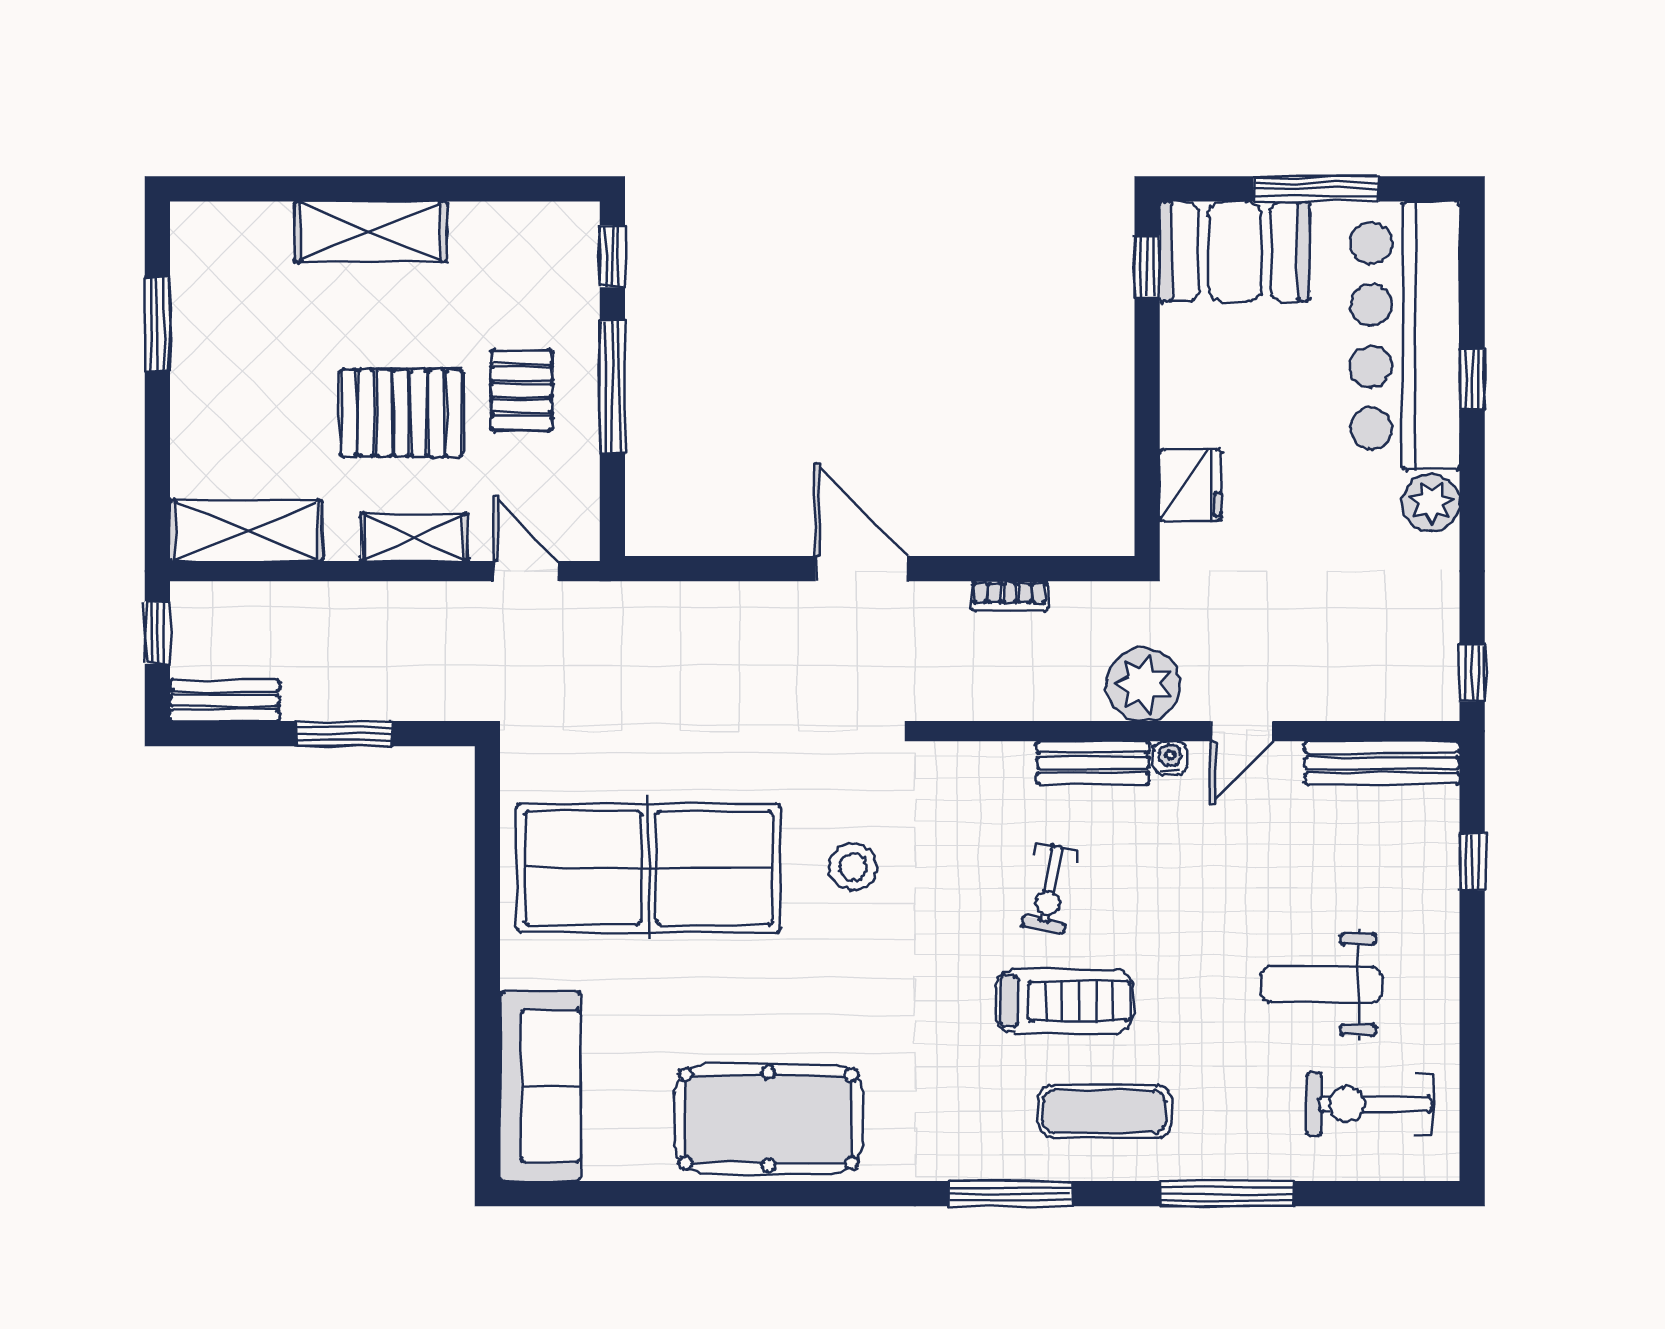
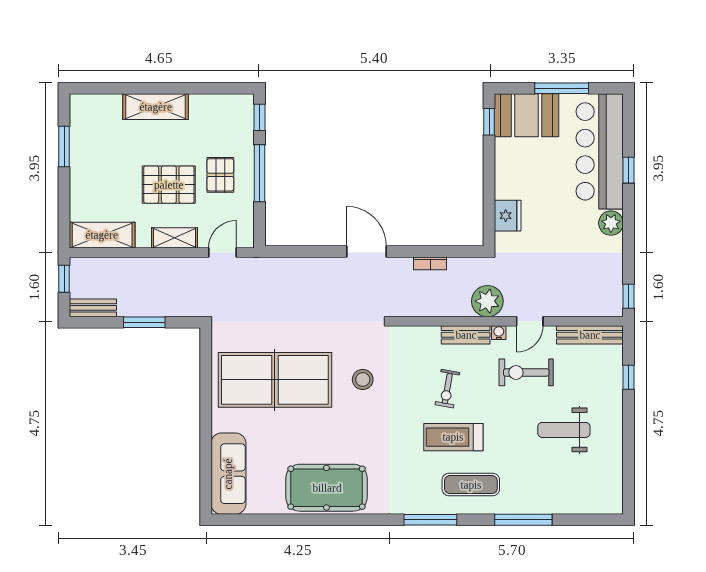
door: (526, 571) -> (222, 253), hinge flipped
treadmill: (1064, 1001) -> (453, 437), turned 180
exercise bike: (1369, 1104) -> (526, 372), moved

